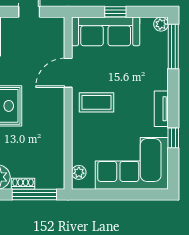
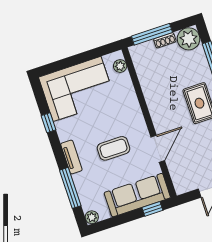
window: (115, 12) -> (152, 209), moved
window: (173, 46) -> (70, 188), moved
coffee table: (96, 102) -> (114, 148), moved
tv unit: (161, 109) -> (71, 157), moved

